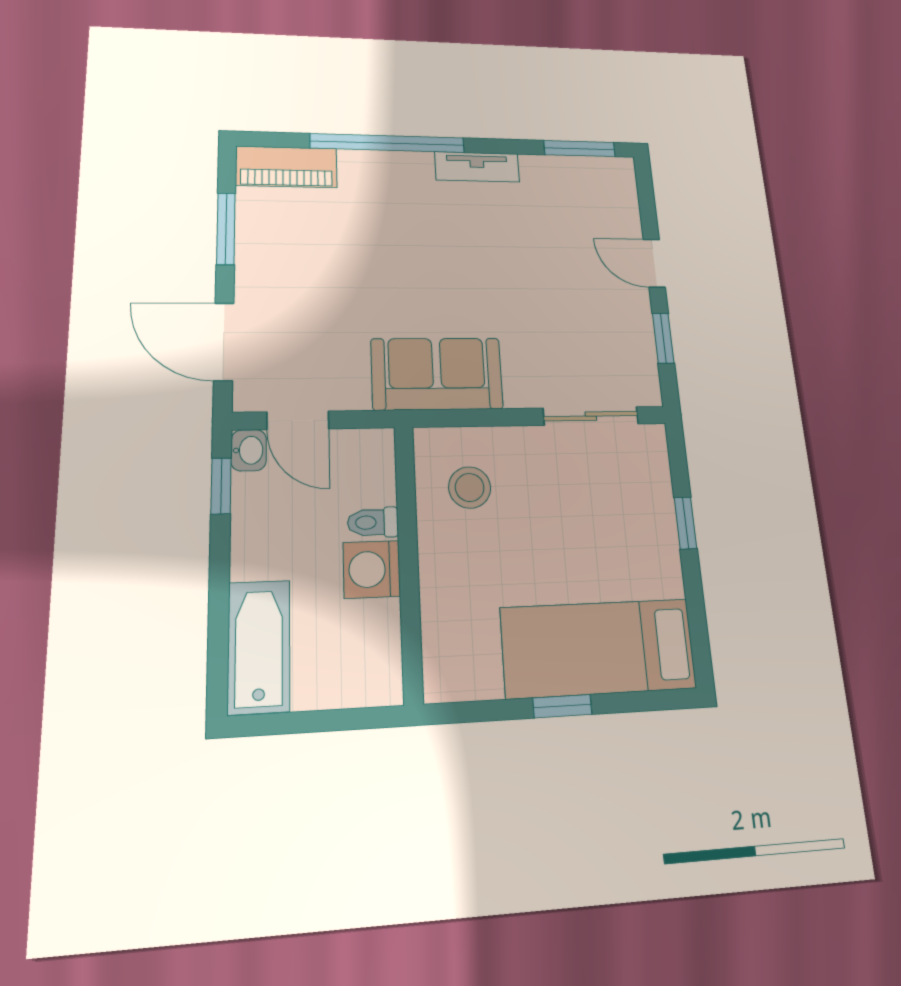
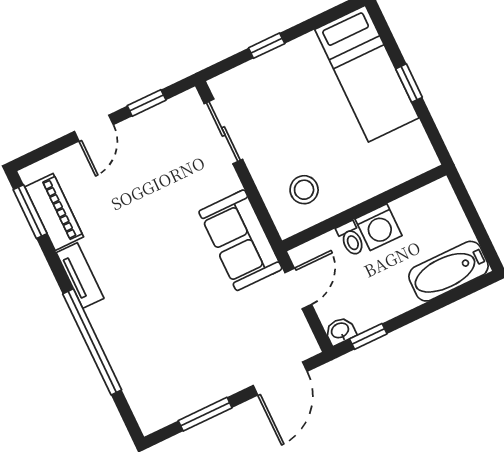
piano: (286, 167) -> (54, 212), moved
door: (298, 420) -> (298, 288), moved

